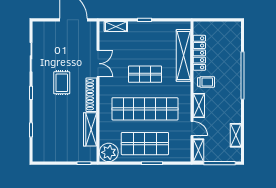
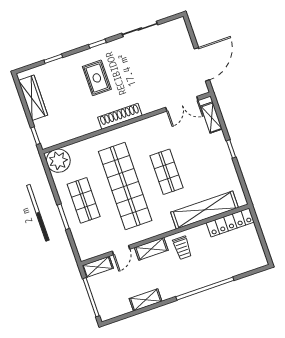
locker: (199, 53) -> (230, 222), moved
double door: (98, 64) -> (182, 104), moved
rug: (62, 83) -> (97, 78), moved, turned 90
wardrobe: (90, 129) -> (33, 98), moved, turned 90
shelving: (236, 135) -> (146, 300), moved
shop shelf: (145, 144) -> (84, 200), width x0.70, depth x0.74

